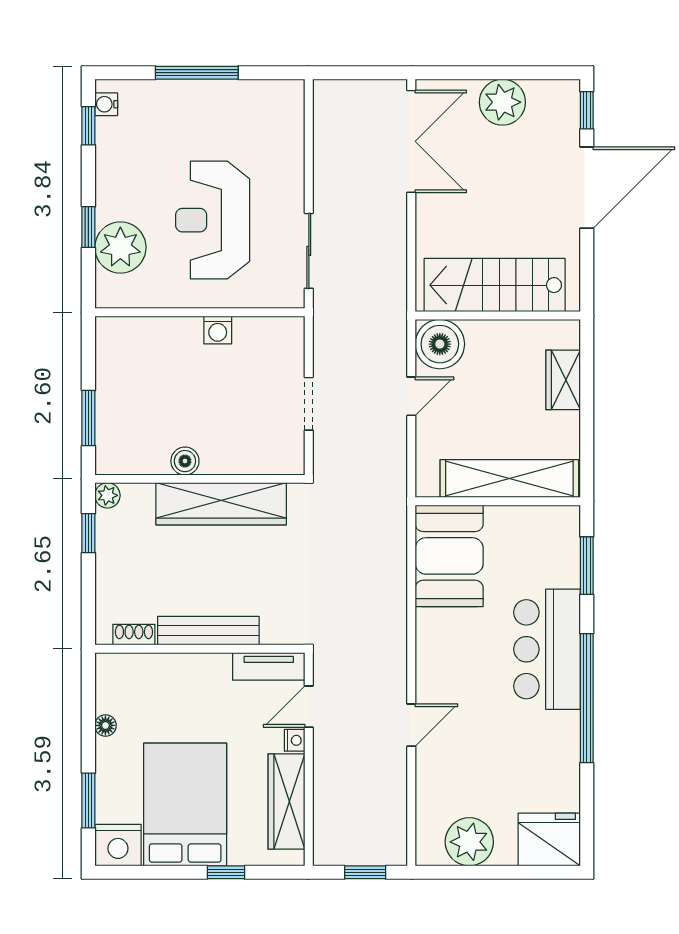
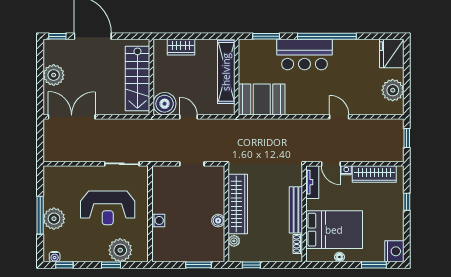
plant: (189, 103) -> (54, 219), added
washing machine: (218, 330) -> (158, 220), moved
plant: (107, 495) -> (234, 241), moved
bed: (185, 804) -> (334, 230), moved, turned 180

